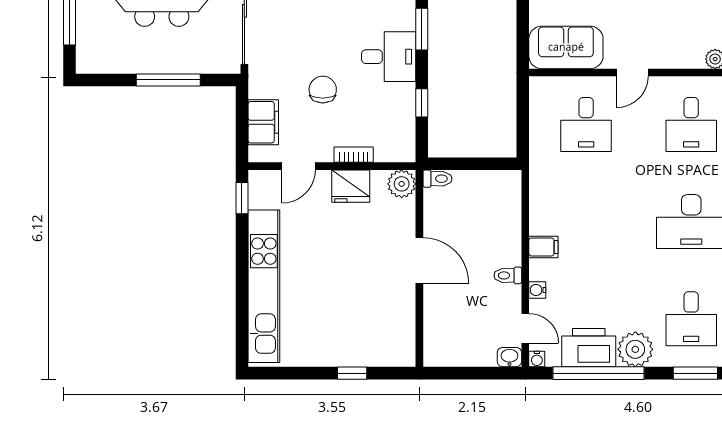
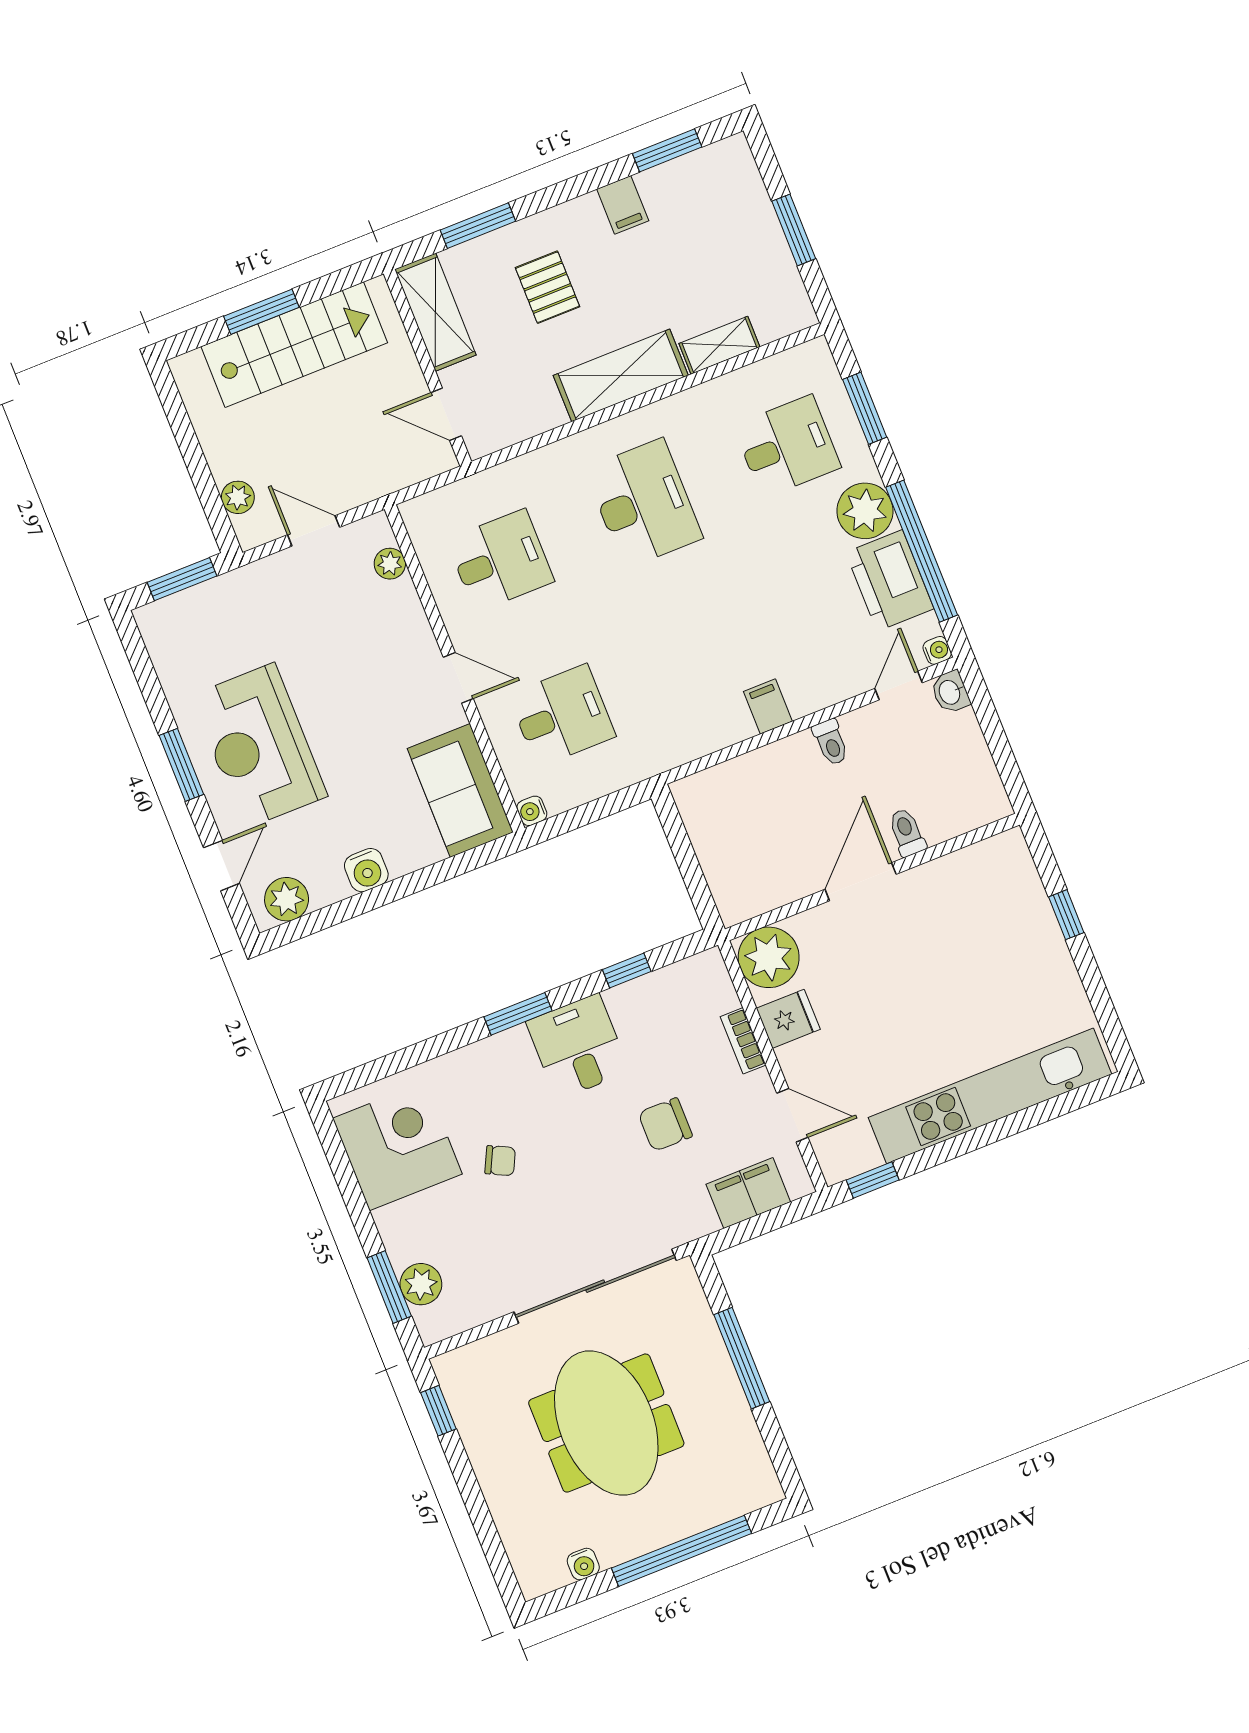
toilet: (437, 179) -> (907, 832), moved
plant: (402, 184) -> (769, 957), width x1.36, depth x1.36
fridge: (351, 186) -> (788, 1019), width x0.72
water cooler: (537, 290) -> (532, 811), moved, turned 90

